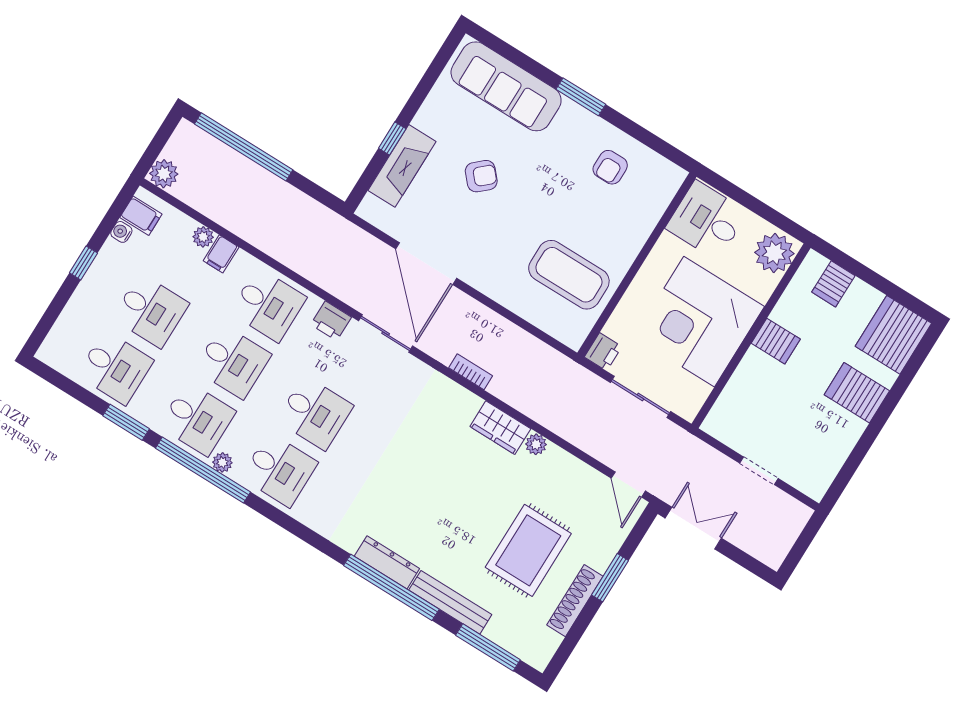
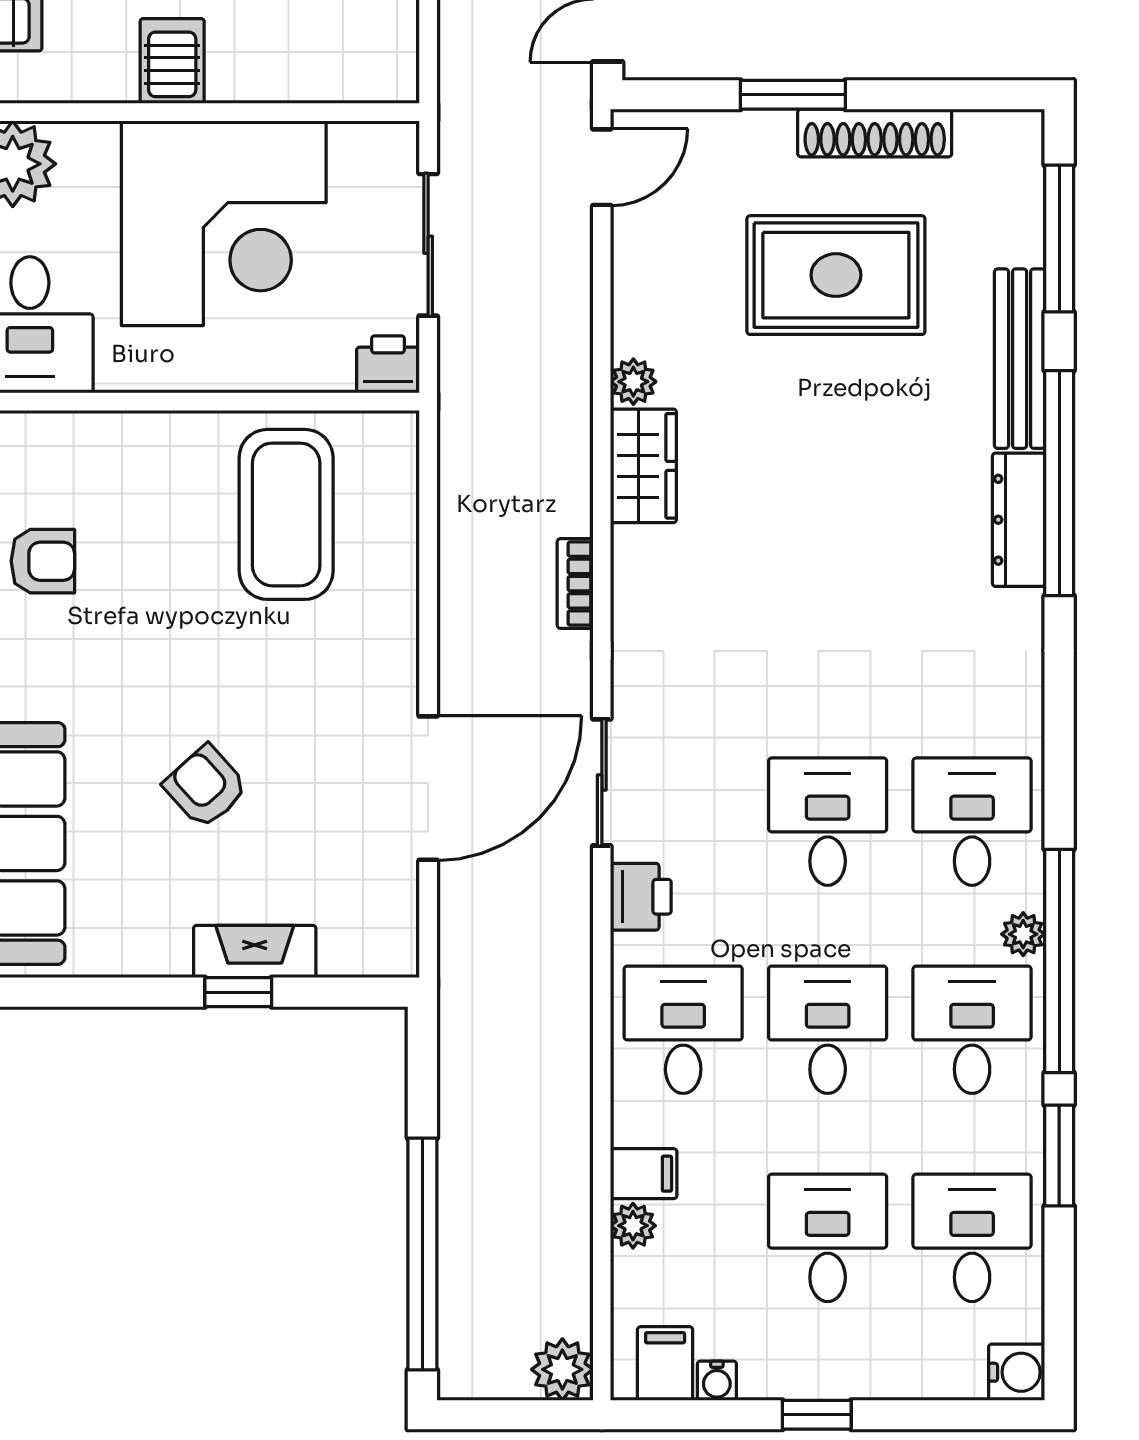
fireplace: (402, 166) -> (255, 952), width x0.73, depth x0.76
water cooler: (51, 352) -> (1017, 1372), added

